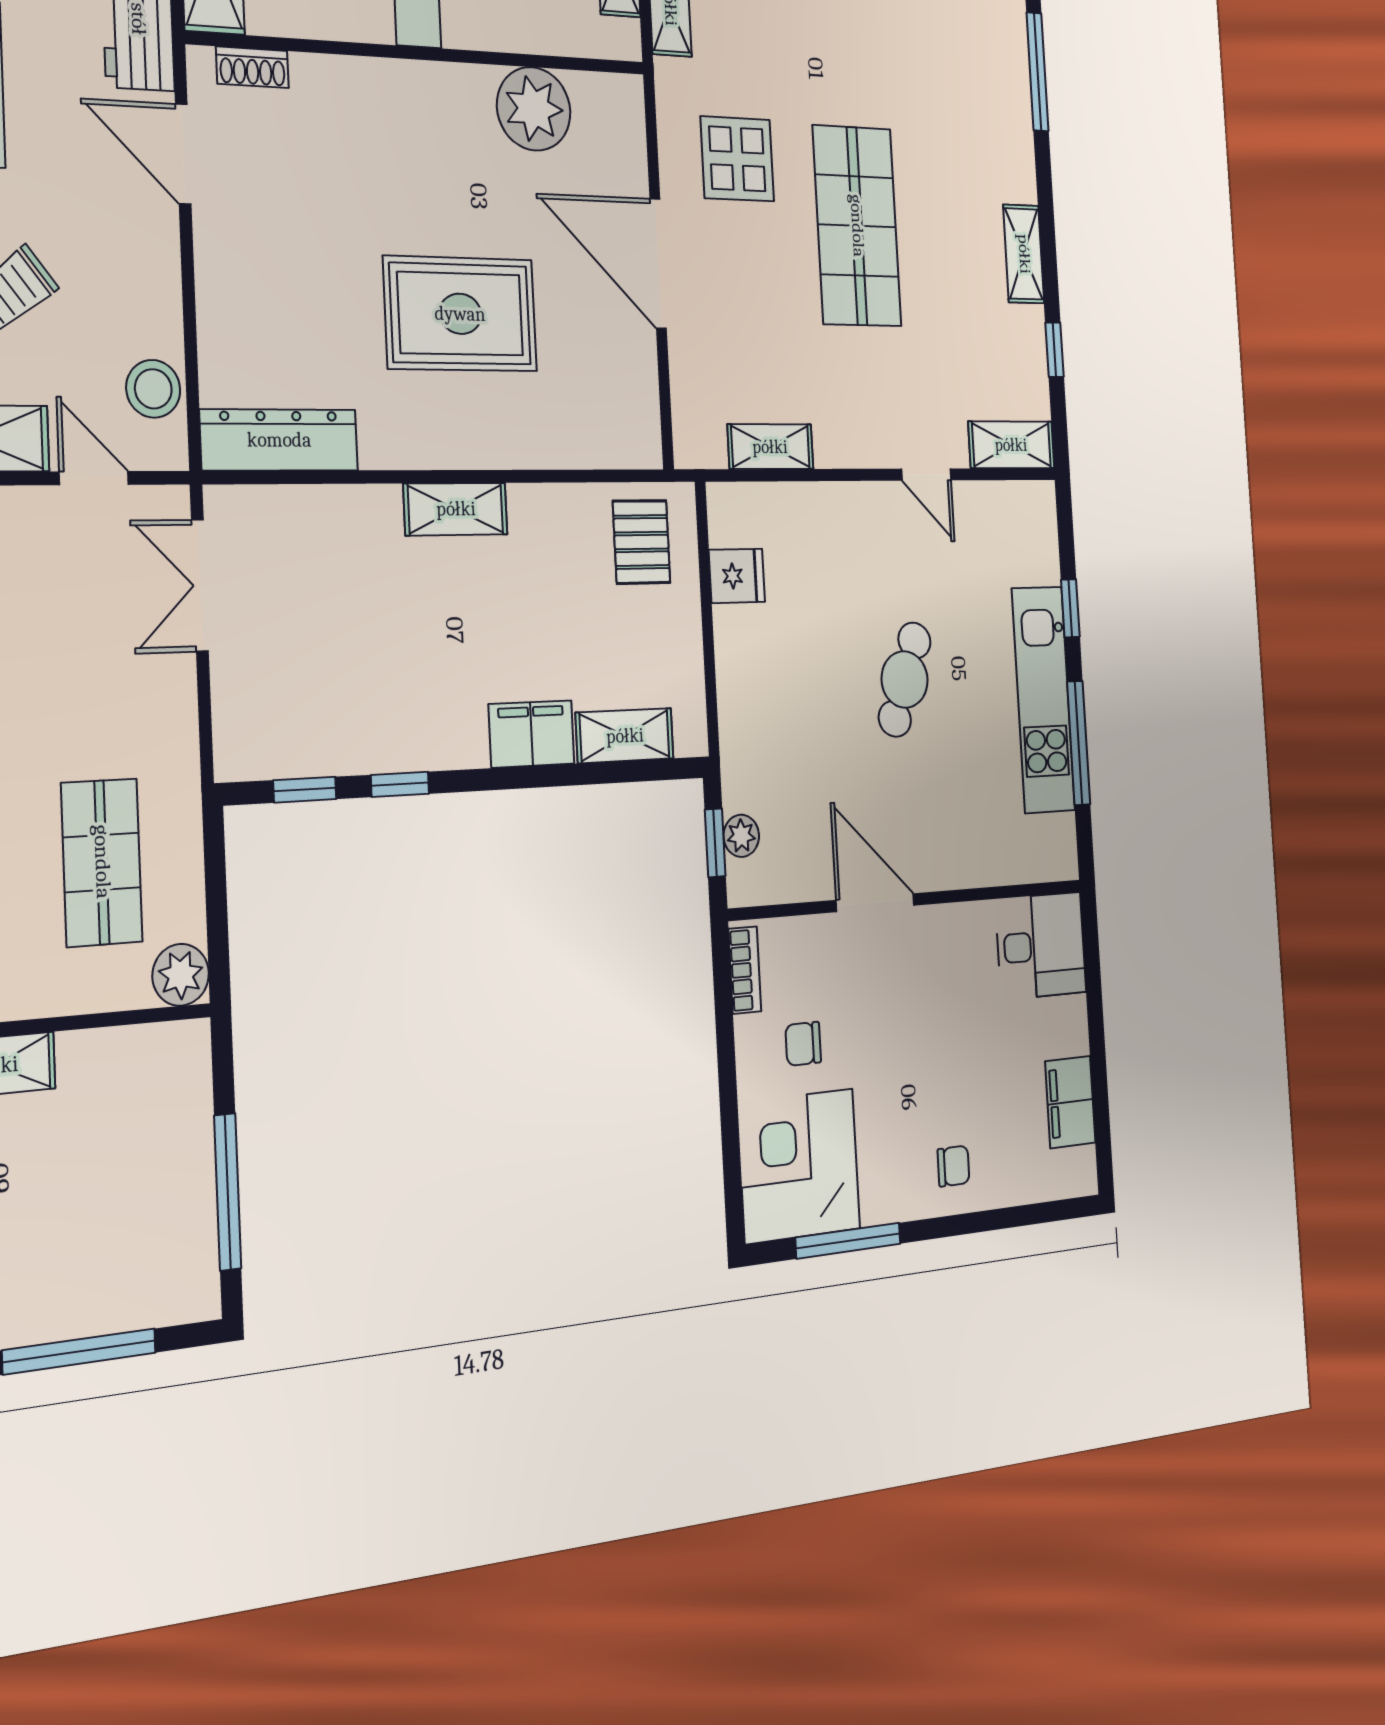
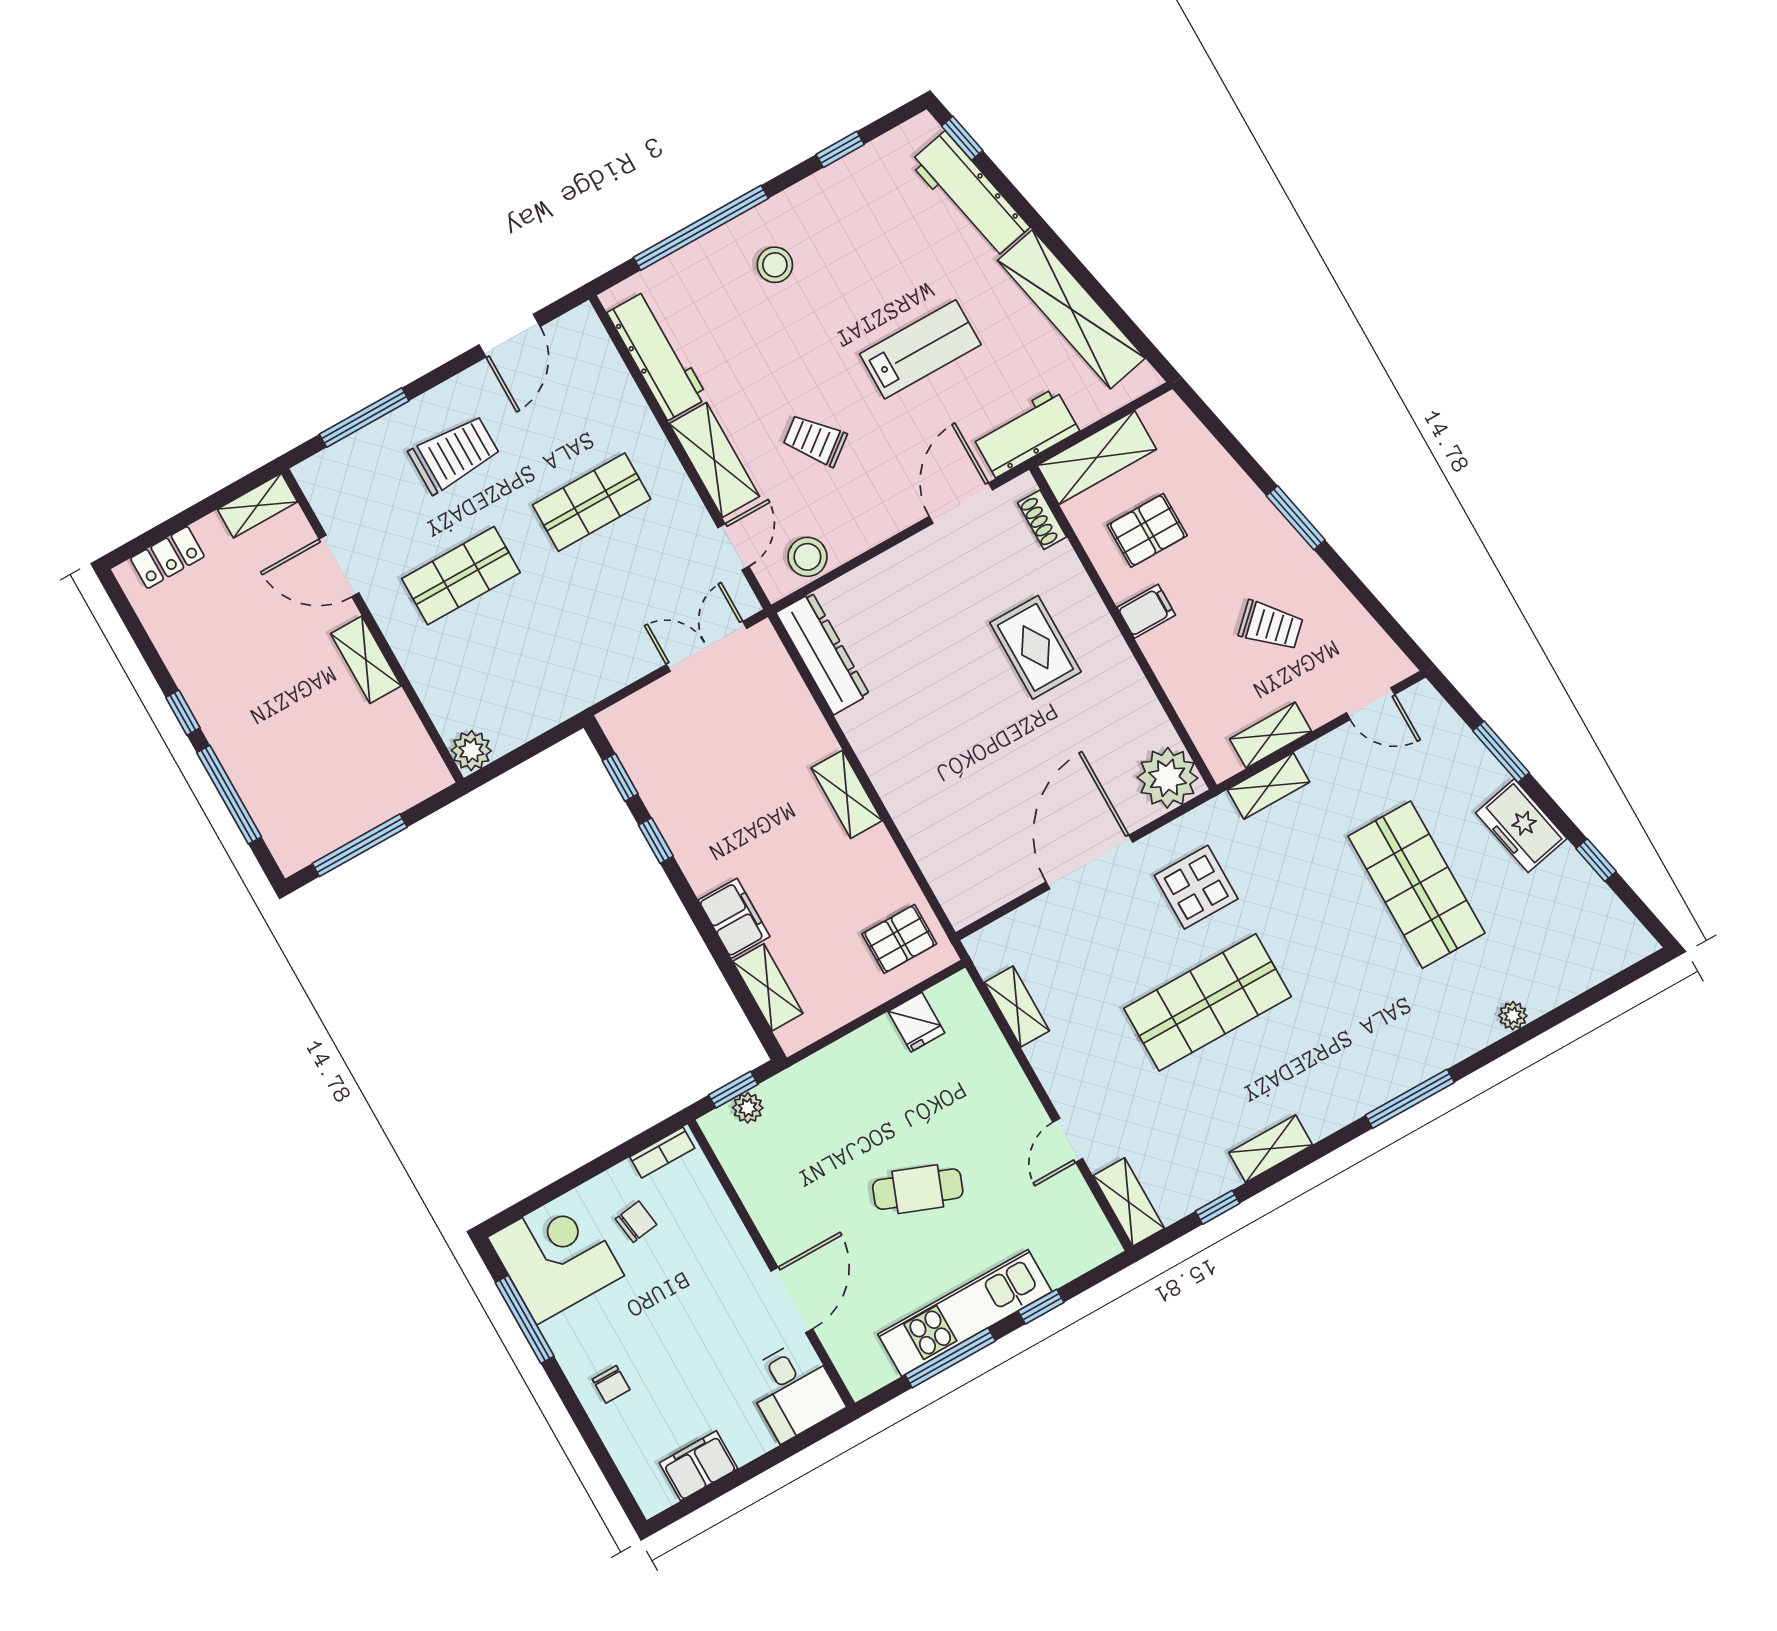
plant: (534, 109) -> (1168, 778), moved
rug: (460, 314) -> (1035, 647), moved, width x0.73, depth x0.70
shop shelf: (102, 862) -> (512, 667), removed
door: (875, 903) -> (792, 1300), moved
chair: (803, 1044) -> (636, 1222), turned 82

